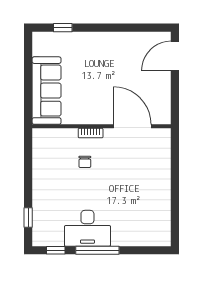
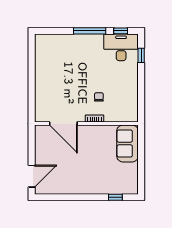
sofa: (47, 91) -> (128, 144), width x0.73
desk: (87, 228) -> (121, 47), moved

